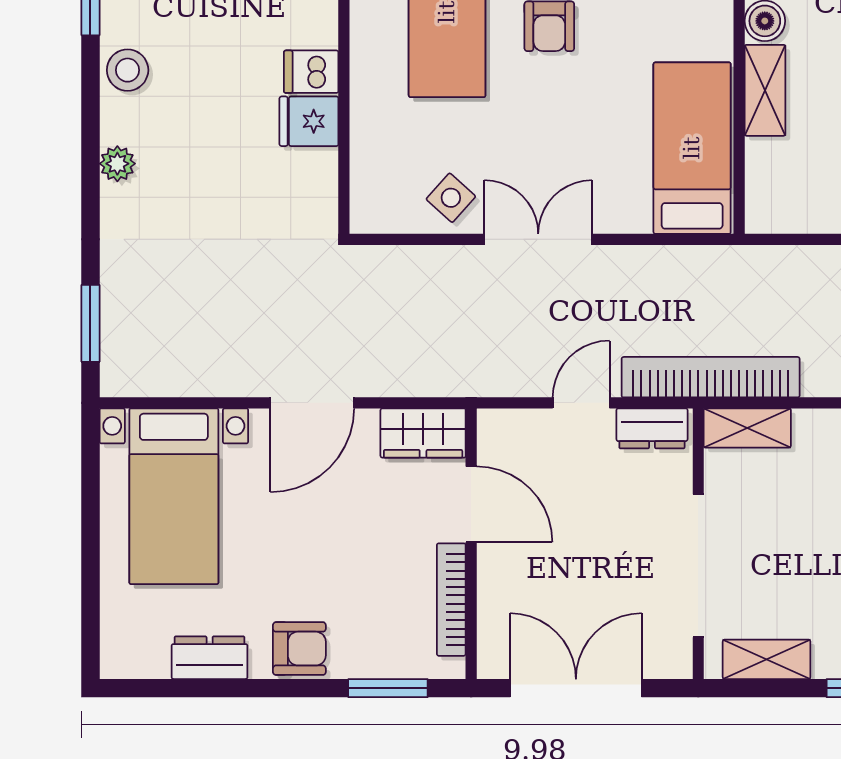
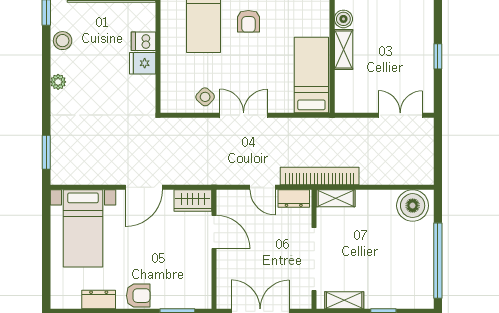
door: (581, 403) -> (263, 187), swing flipped
bookcase: (451, 600) -> (205, 274), removed

